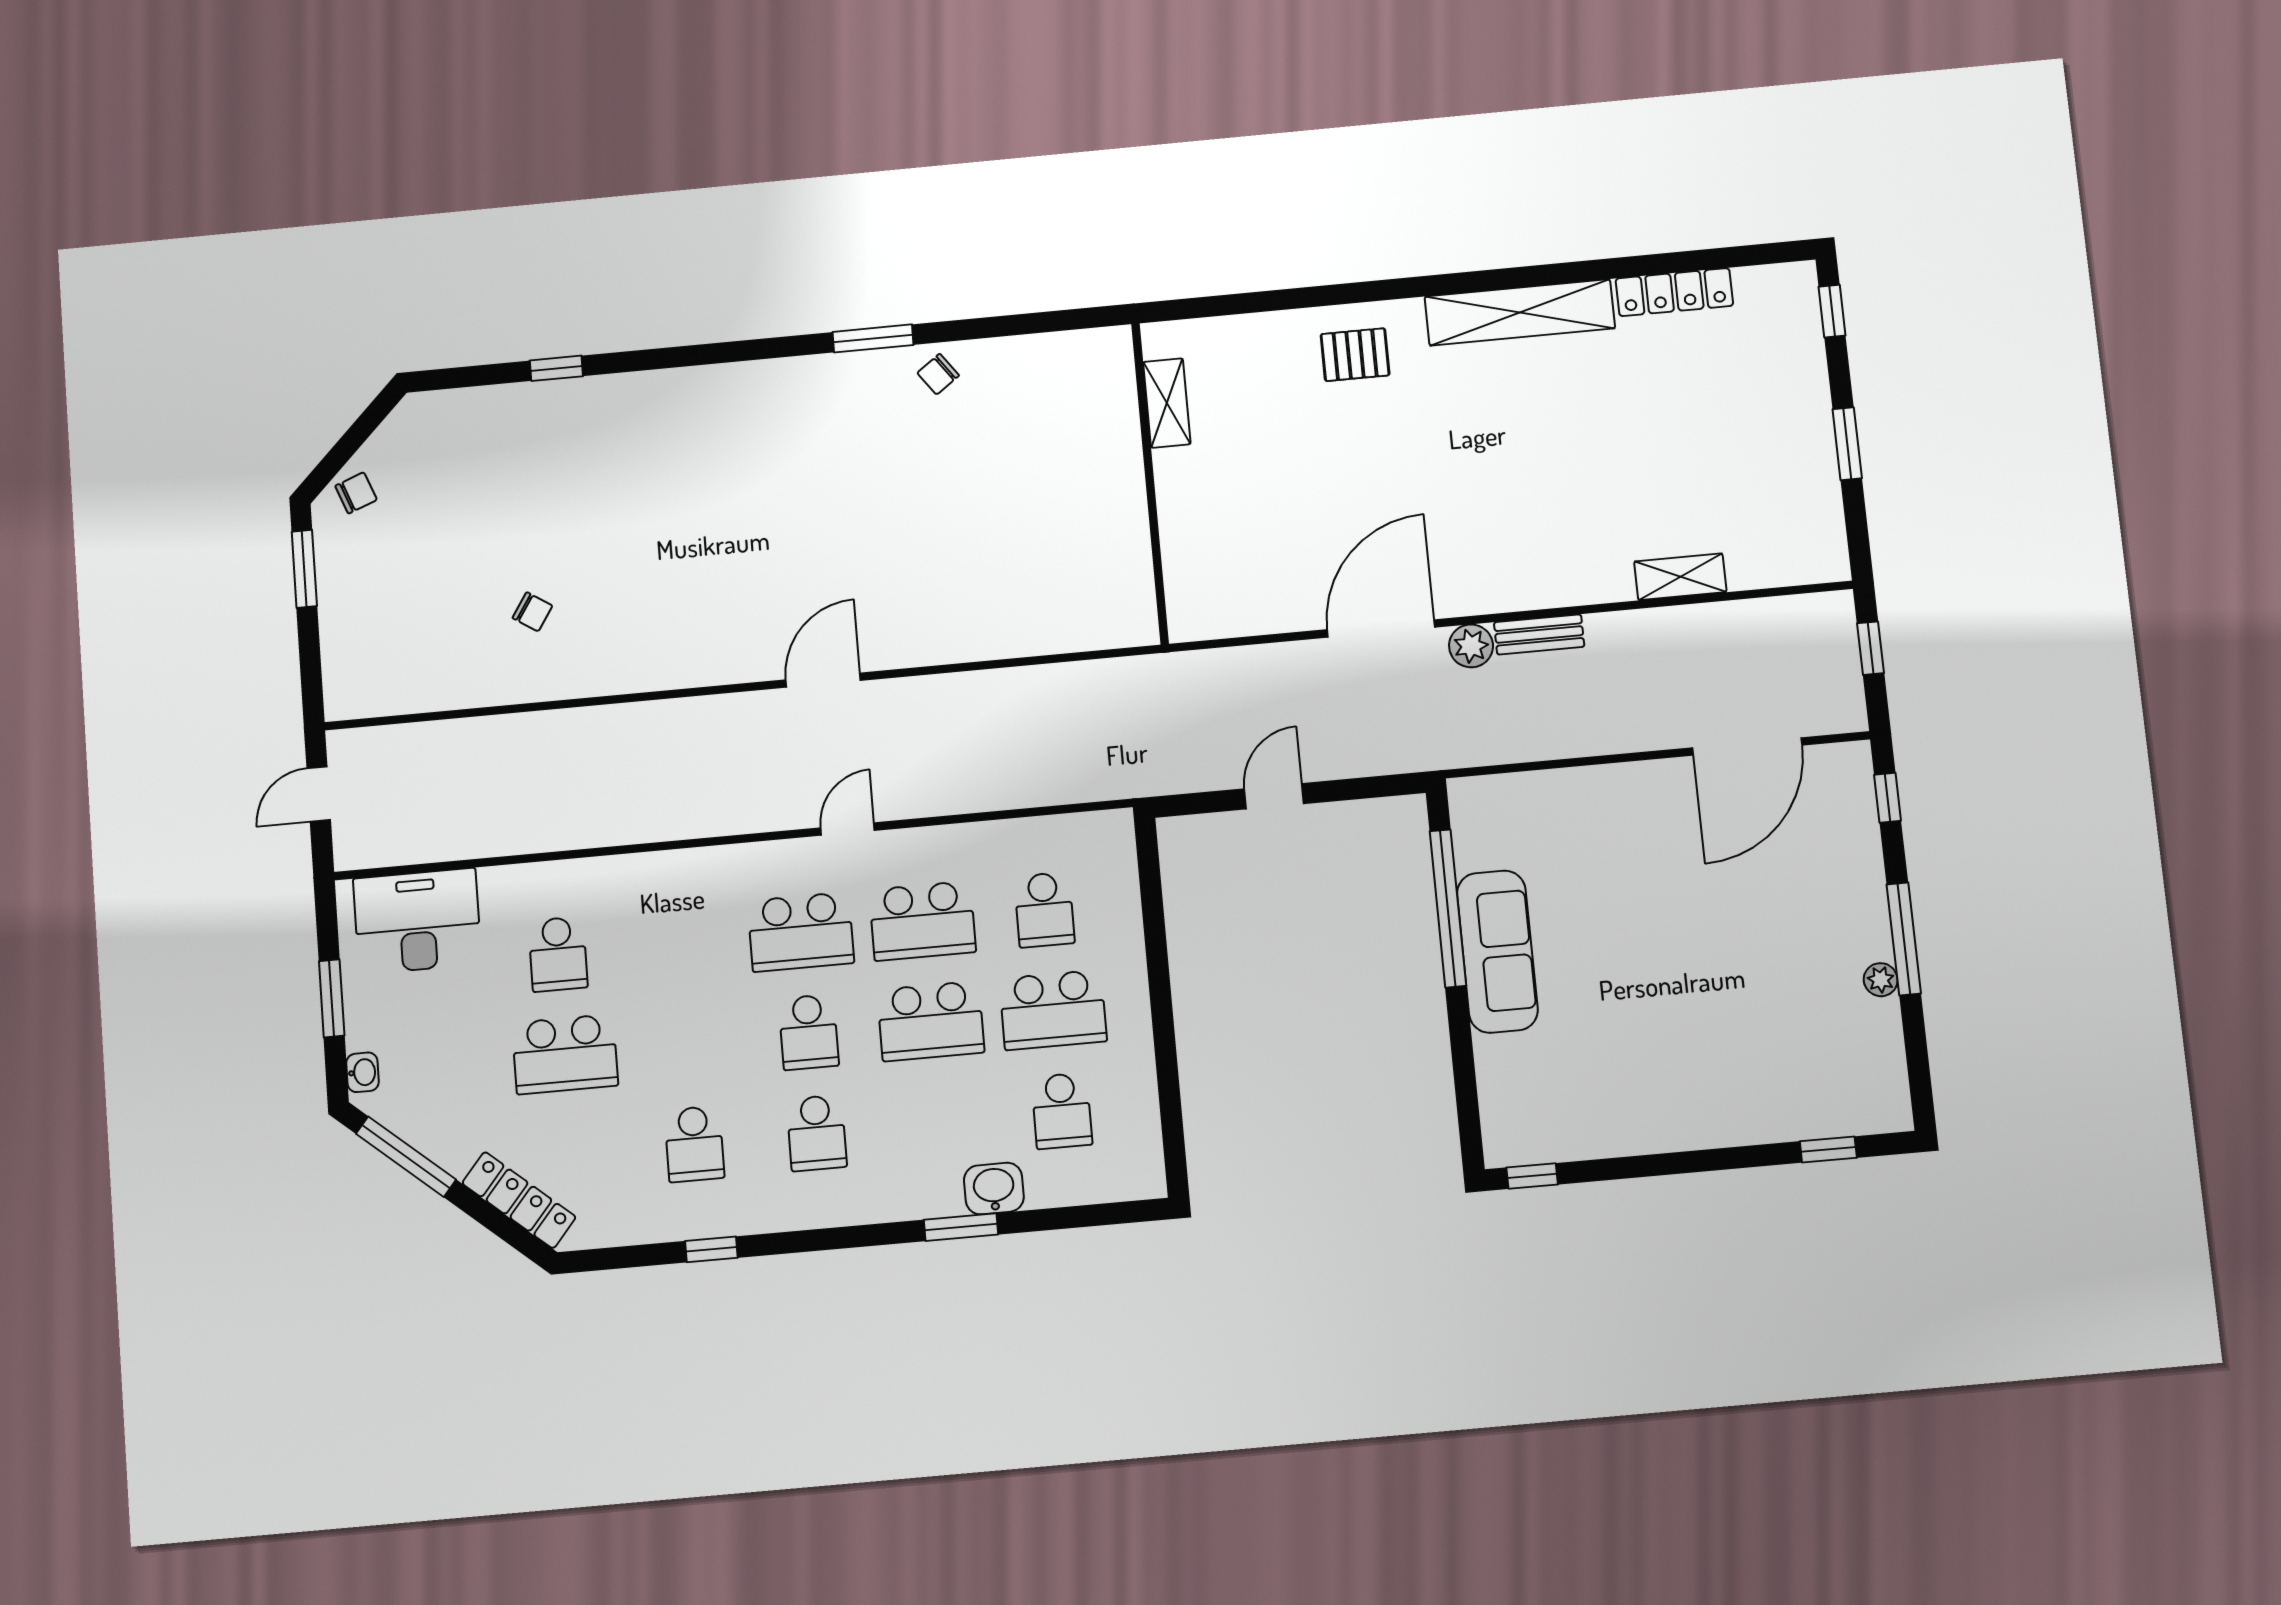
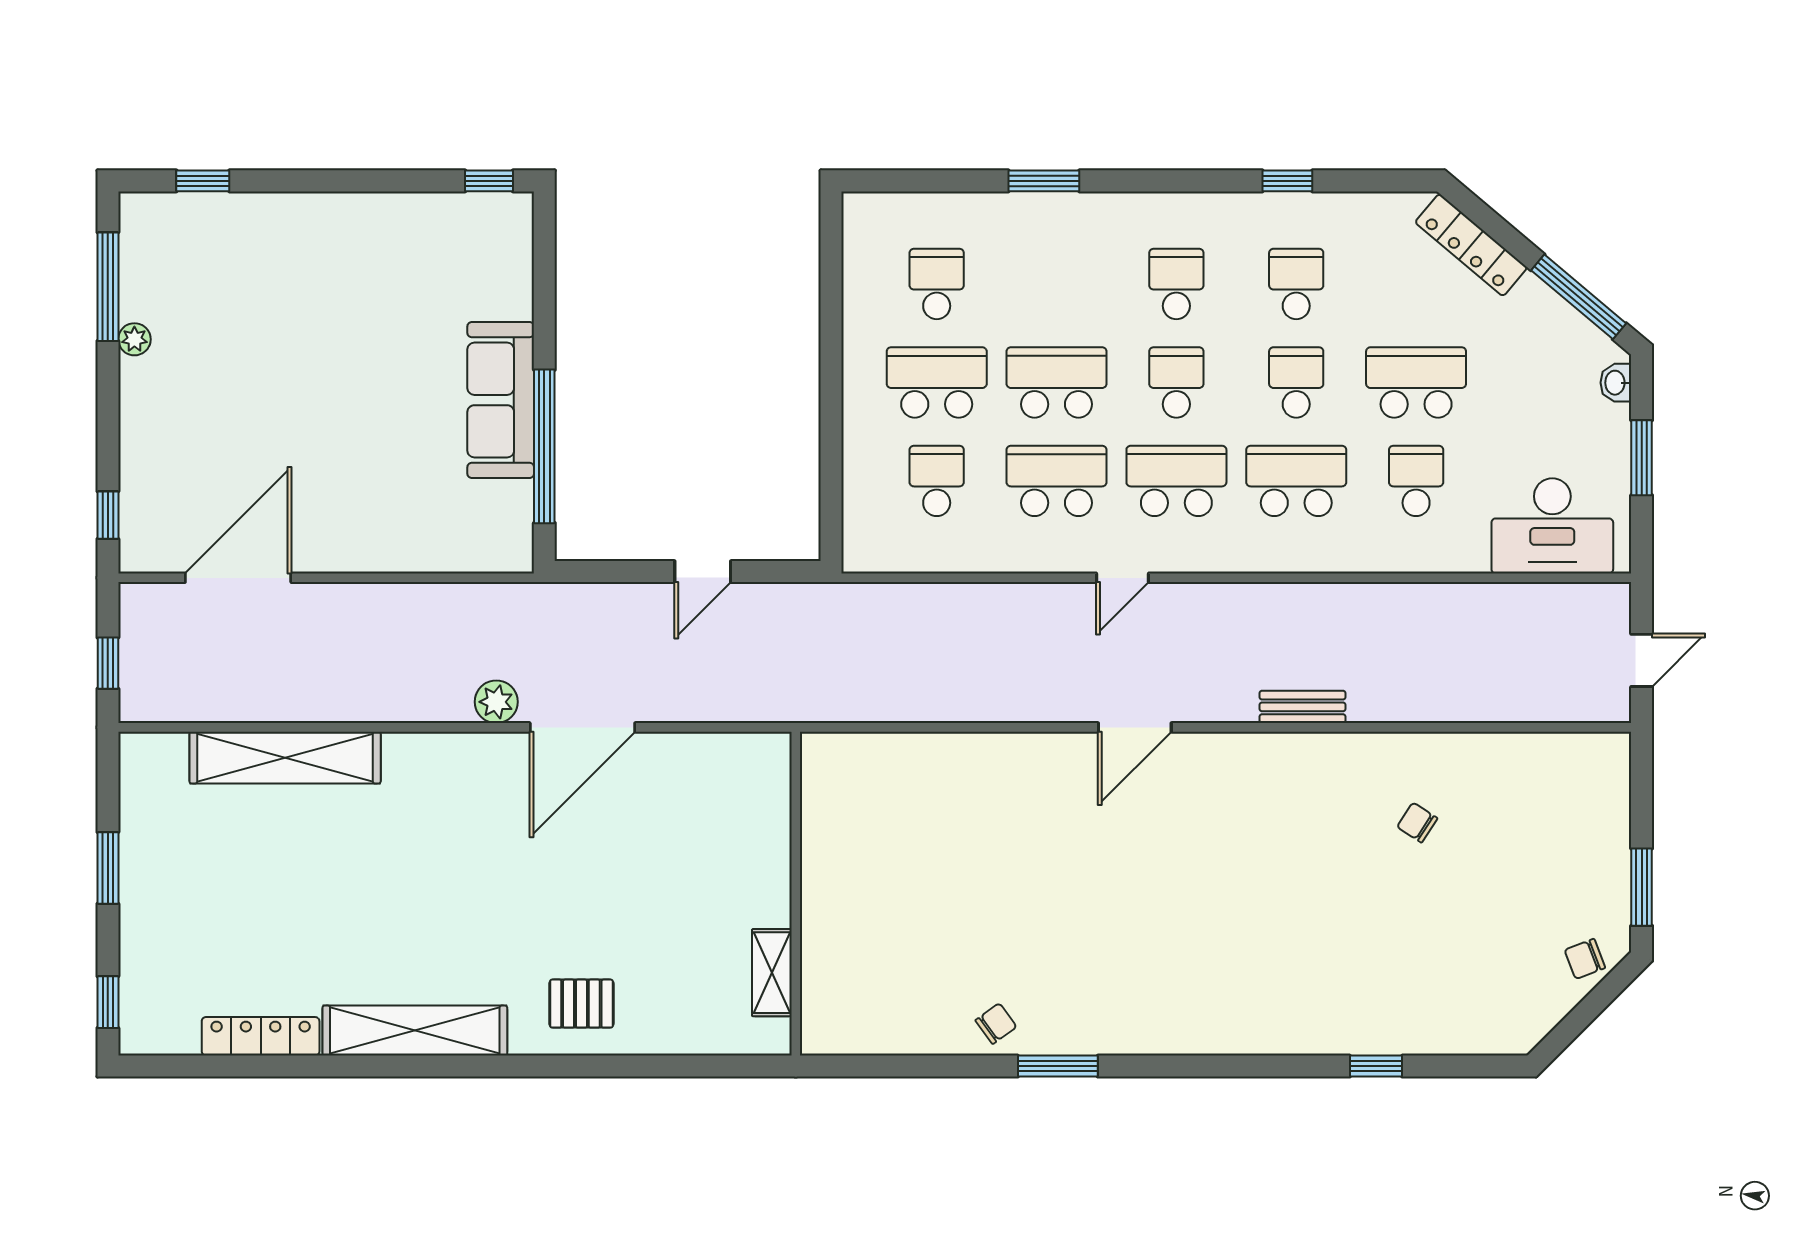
shelving: (1680, 577) -> (285, 758), width x2.20, depth x1.33
bench: (1539, 634) -> (1303, 707), moved
window: (1904, 939) -> (108, 287), moved
school desk: (679, 943) -> (1296, 481), added
school desk: (687, 1043) -> (1296, 382), added
washbasin: (994, 1189) -> (1009, 215), removed

